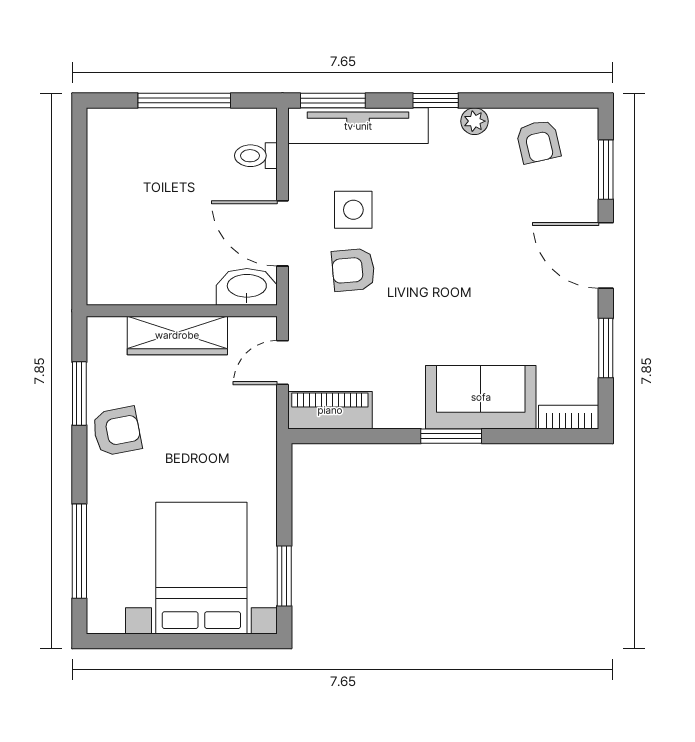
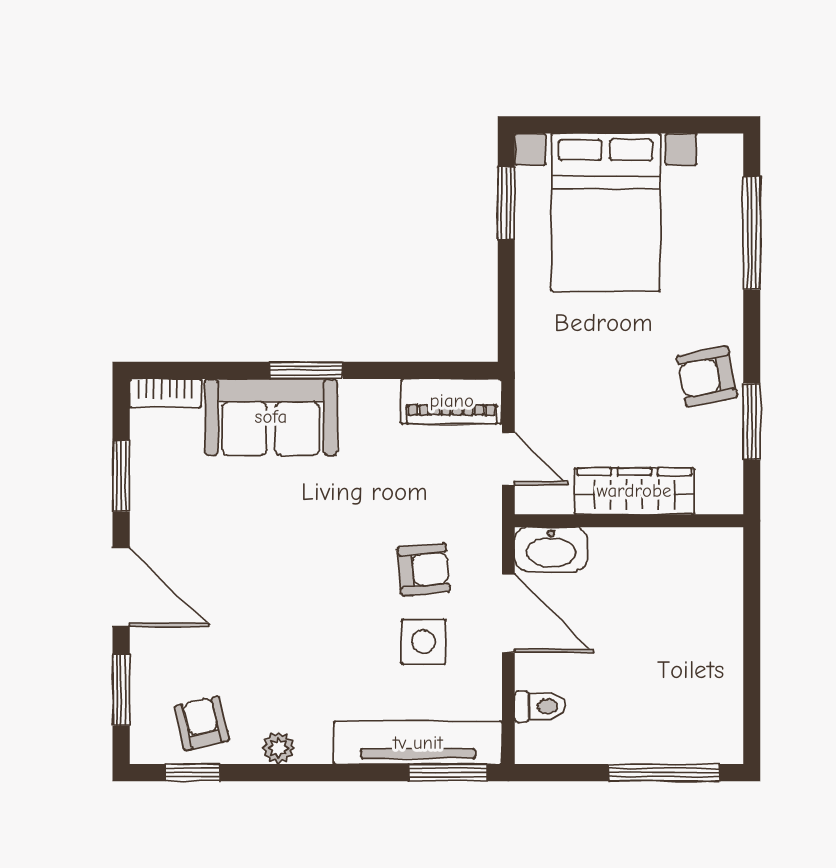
window: (184, 101) -> (664, 773), moved
window: (436, 101) -> (192, 773), moved
door: (282, 363) -> (508, 459), hinge flipped

